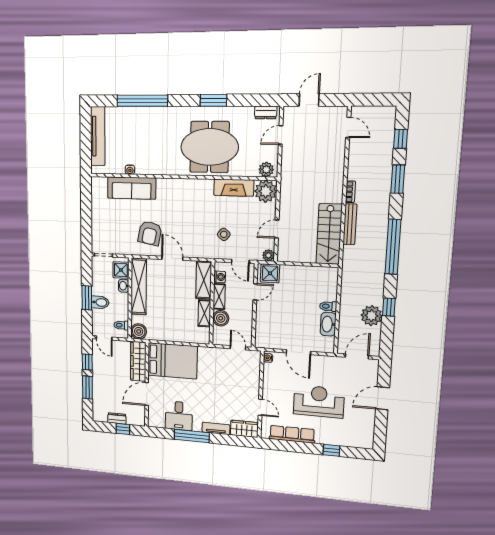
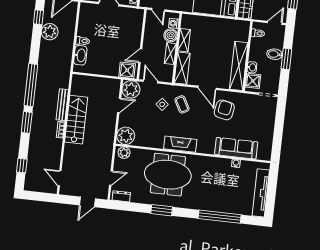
window: (398, 179) -> (27, 123), moved
fireplace: (234, 188) -> (180, 144), moved
stairs: (329, 234) -> (76, 120), moved
coffee table: (200, 236) -> (182, 104), added
plant: (268, 255) -> (131, 89), width x1.87, depth x1.87
washing machine: (220, 277) -> (174, 23), moved
window: (389, 307) -> (38, 17), moved
washbasin: (328, 324) -> (80, 55), moved
boiler: (139, 331) -> (243, 27), removed
door: (104, 338) -> (275, 23), hinge flipped

